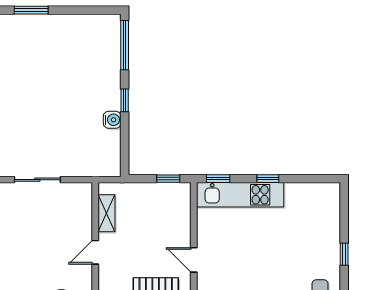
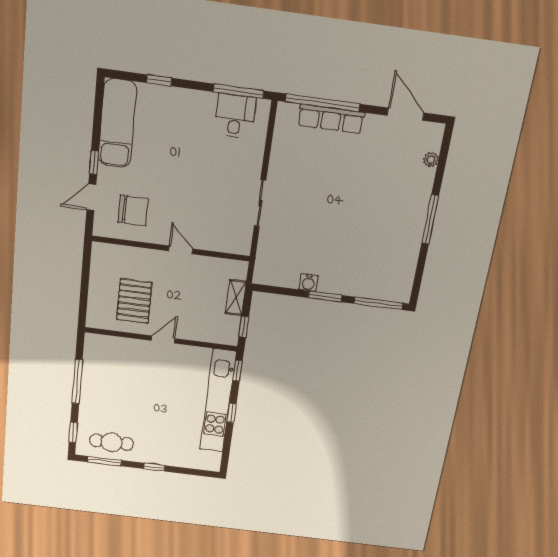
window: (31, 10) -> (430, 219), width x1.44
window: (125, 100) -> (325, 296), width x1.50
kitchen unit: (240, 195) -> (218, 401), width x1.36
shelving: (106, 213) -> (236, 297), moved, turned 90

